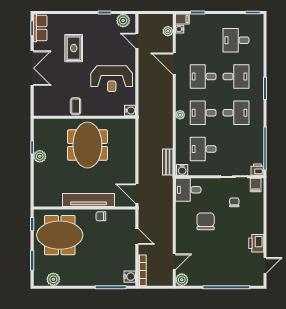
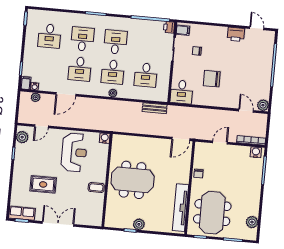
water cooler: (182, 170) -> (163, 96), removed
tv unit: (88, 200) -> (181, 208), moved

